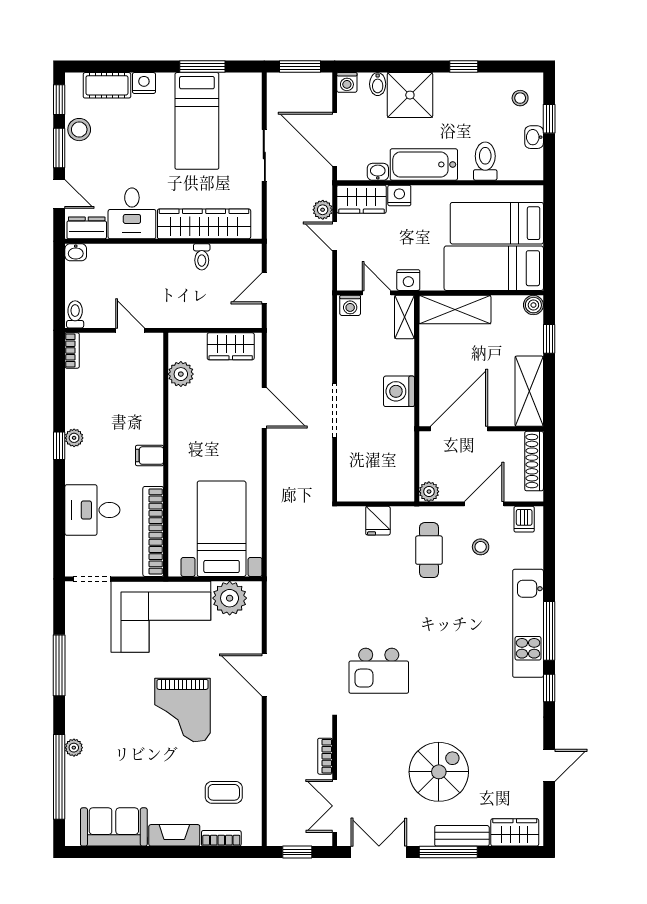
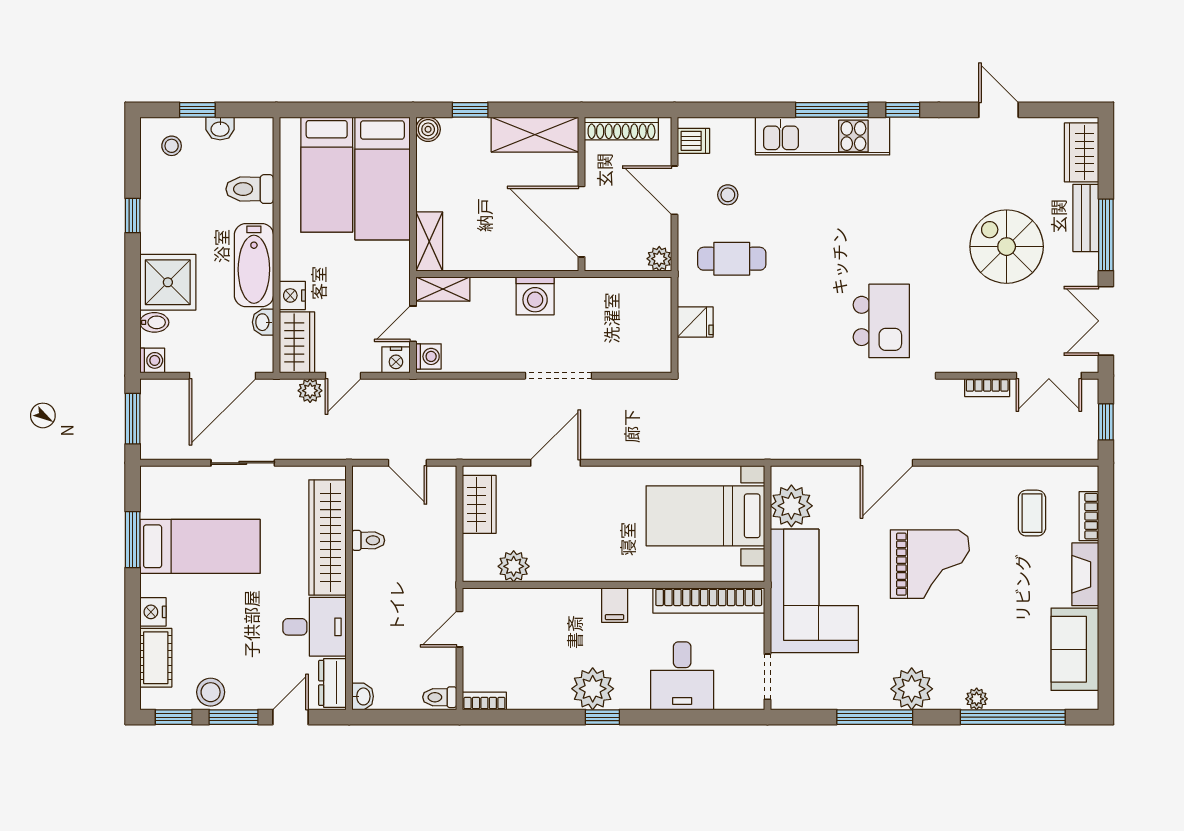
nightstand: (408, 280) -> (396, 360), moved, turned 90
shelving: (455, 310) -> (429, 241), width x0.67, depth x0.75
plant: (74, 438) -> (593, 689), width x1.88, depth x1.88
plant: (82, 695) -> (912, 689), added

